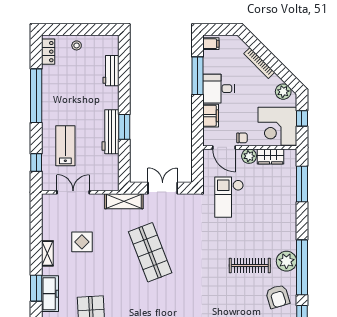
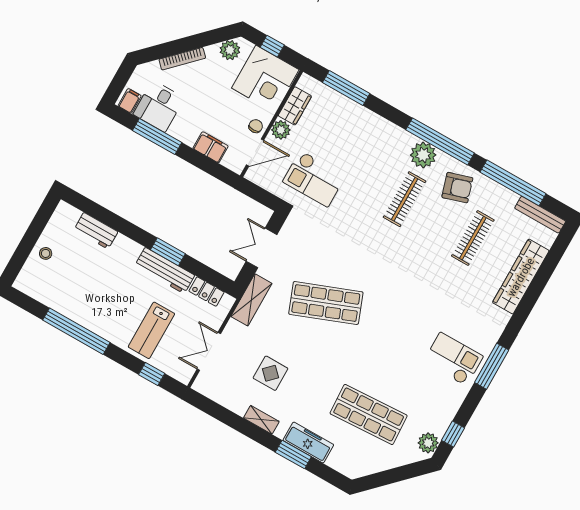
locker: (48, 52) -> (207, 292), moved, turned 180
desk: (218, 89) -> (159, 106), moved
lab bench: (65, 146) -> (151, 330), turned -90

